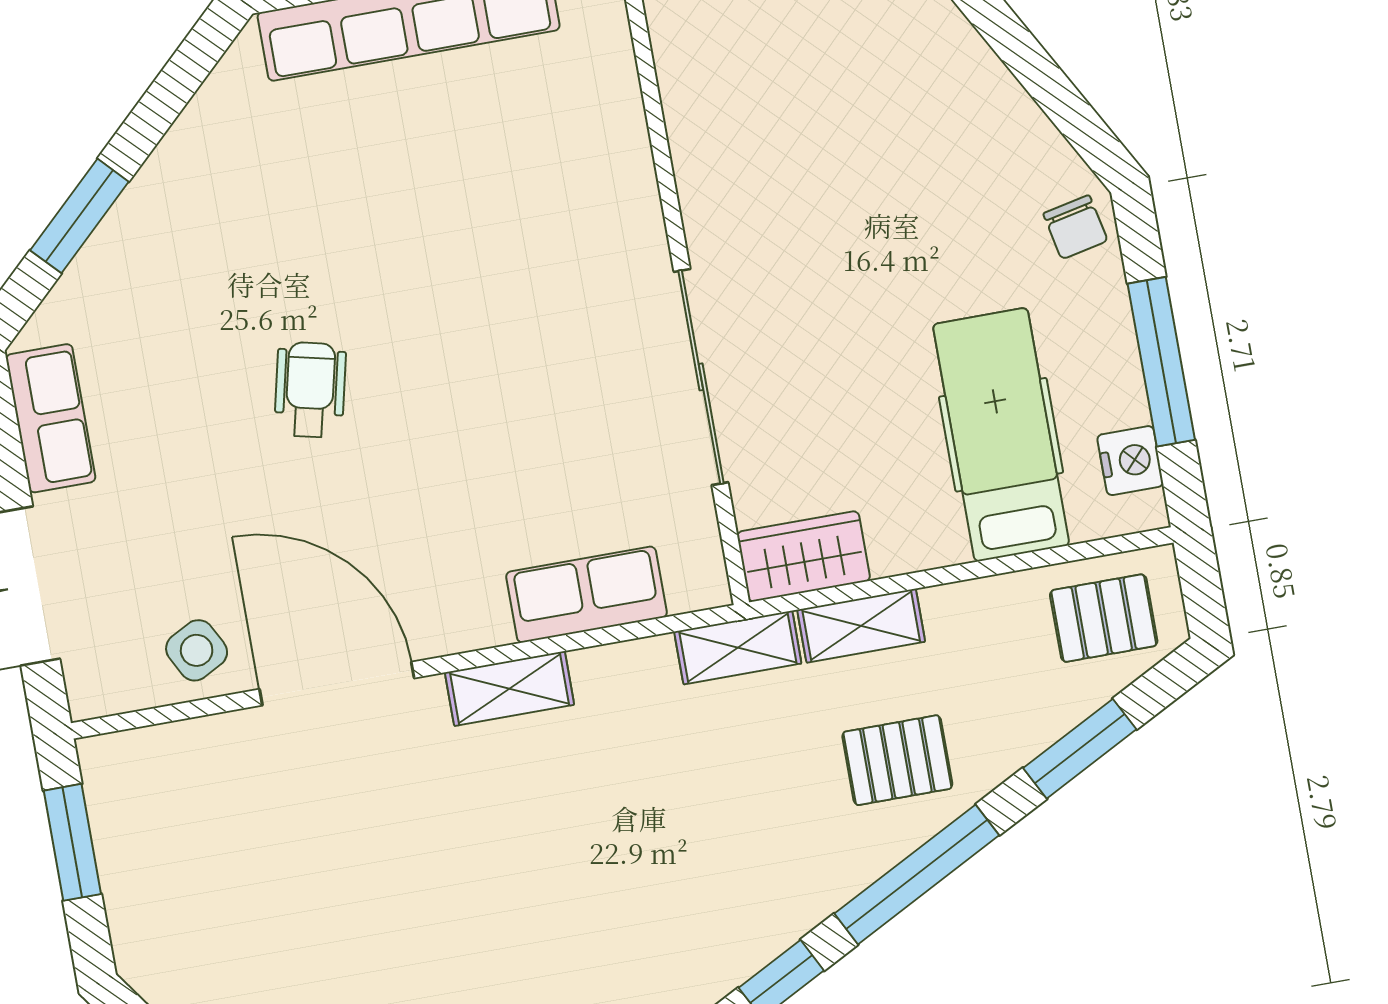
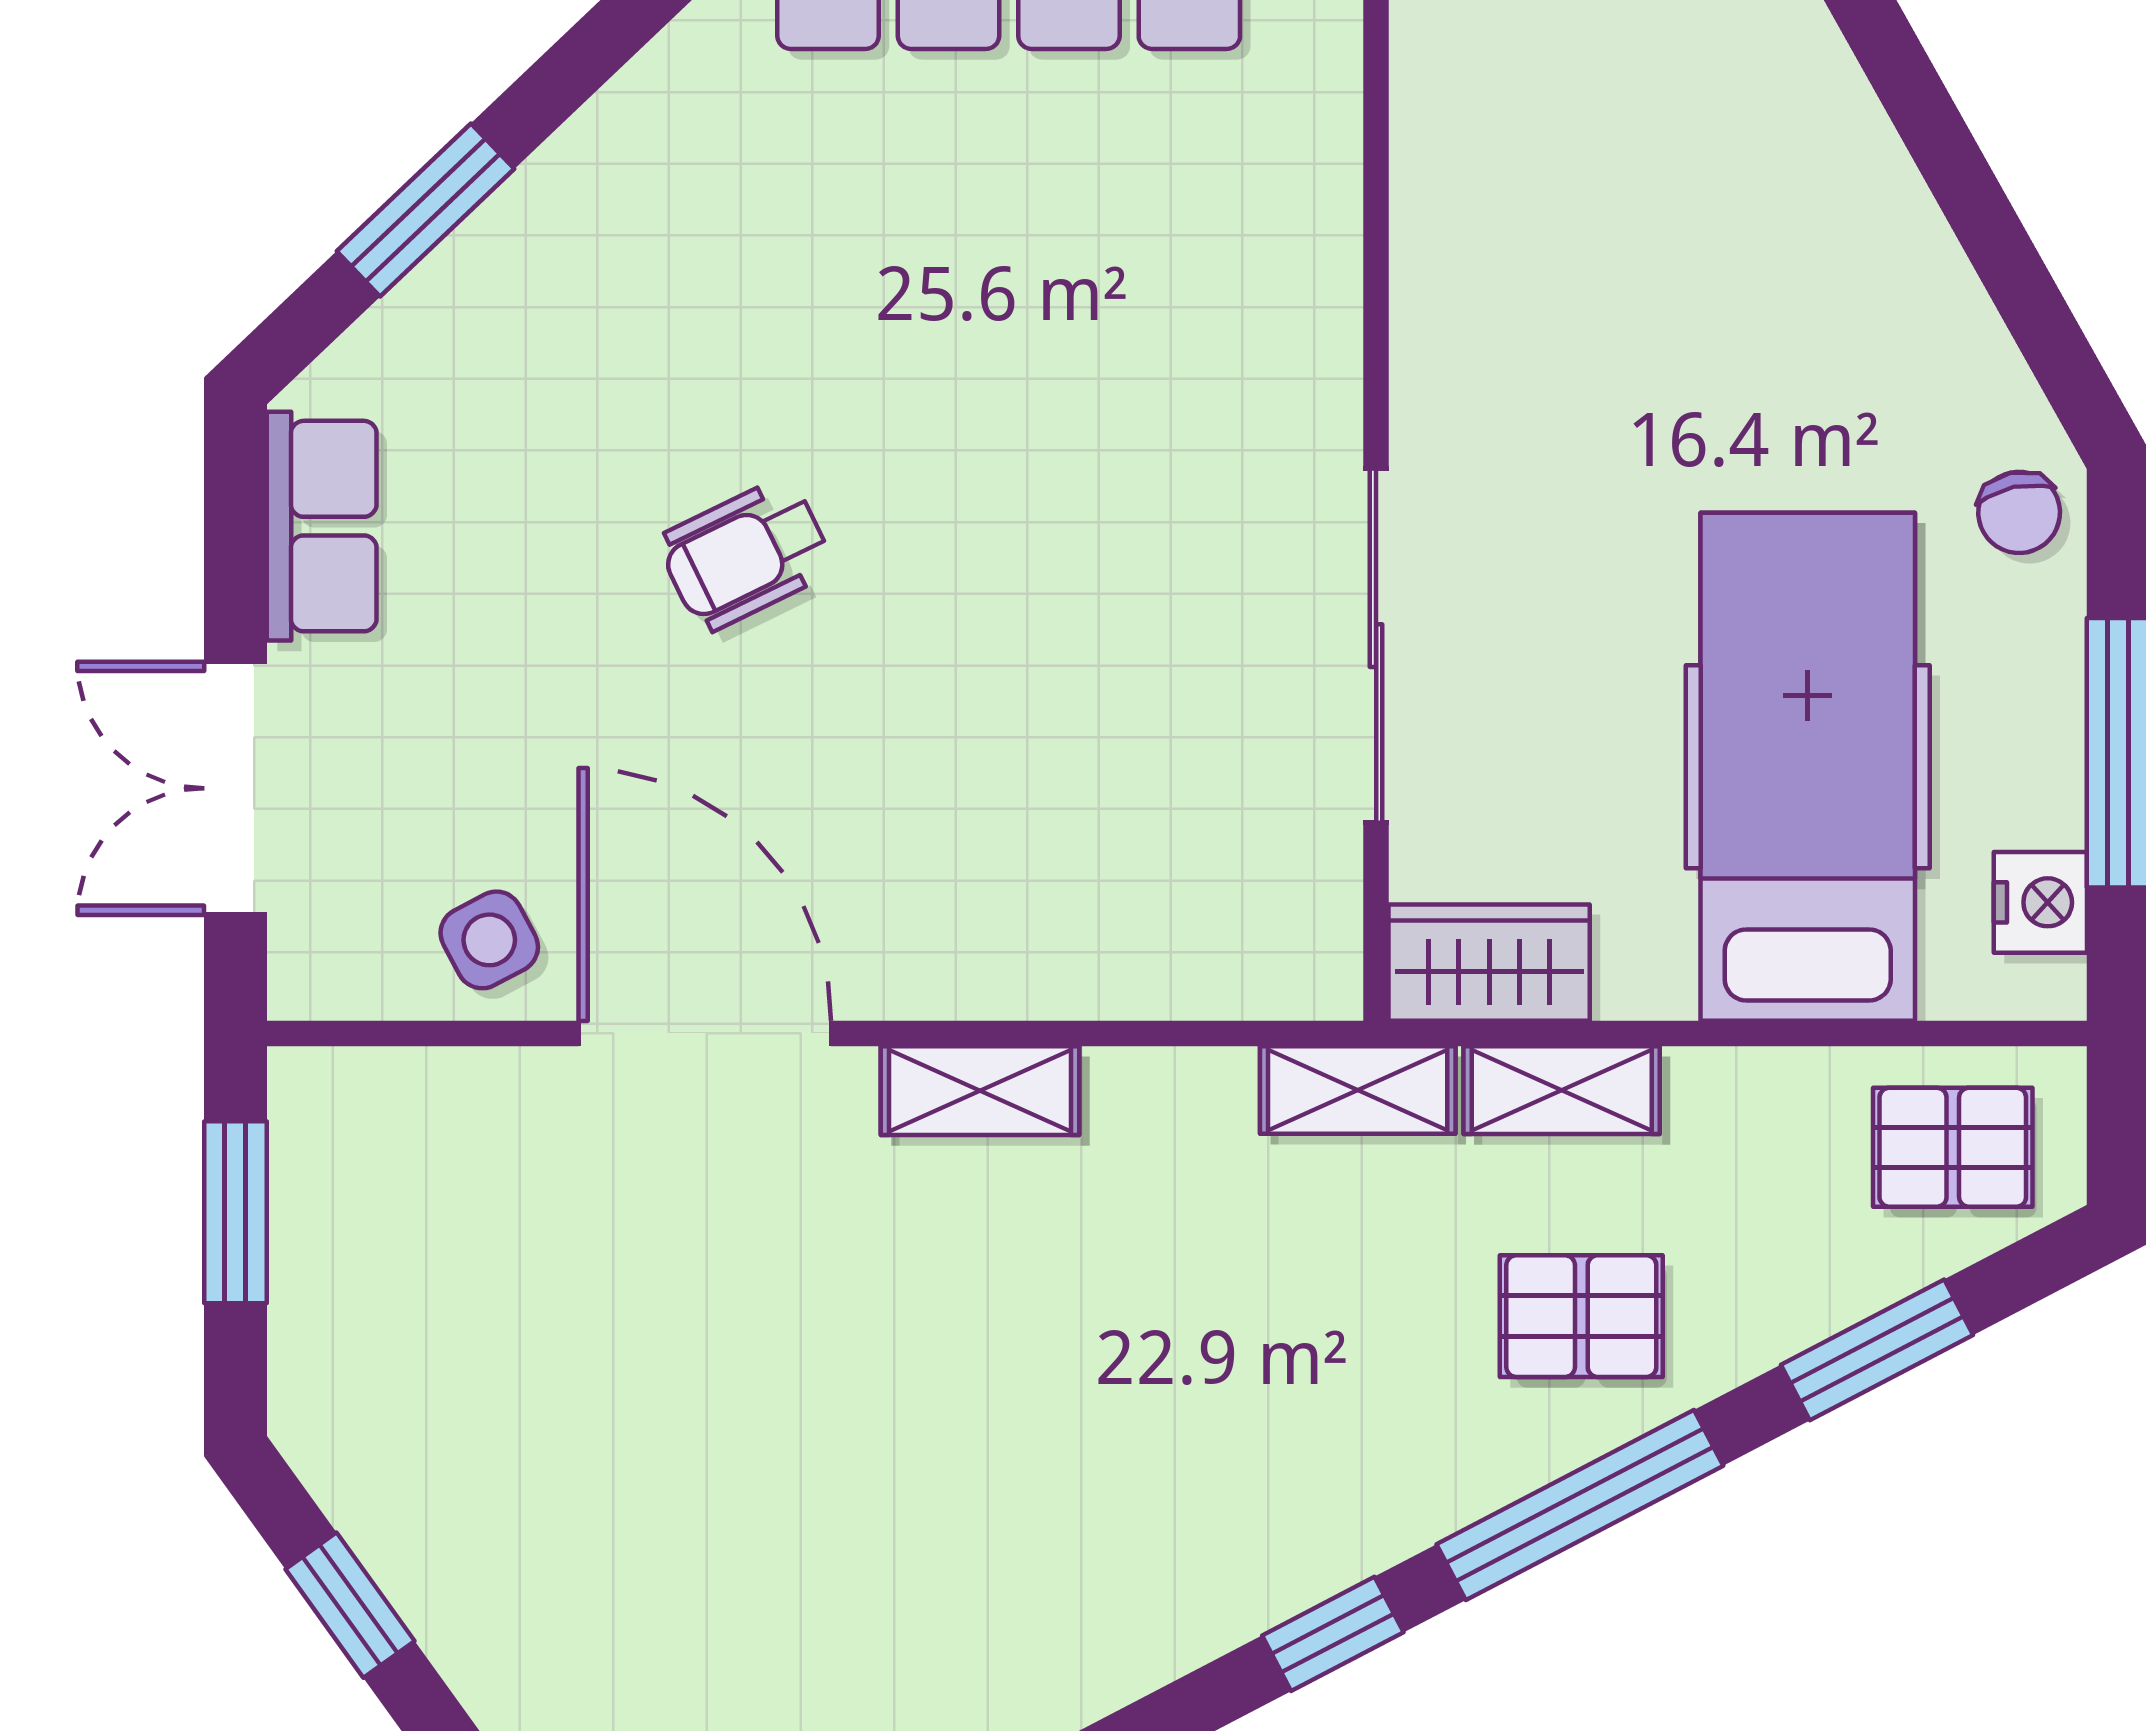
wheelchair: (310, 390) -> (746, 554), turned -129
hospital bed: (1001, 435) -> (1808, 767), width x1.37, depth x1.29
row of seats: (586, 595) -> (1130, 962), removed

